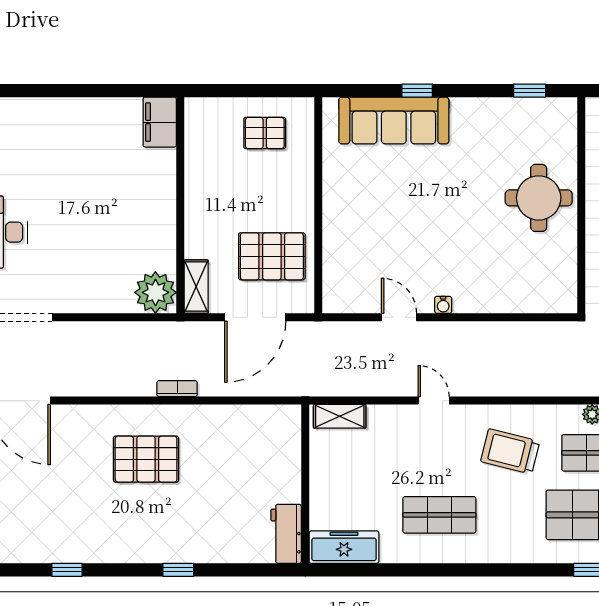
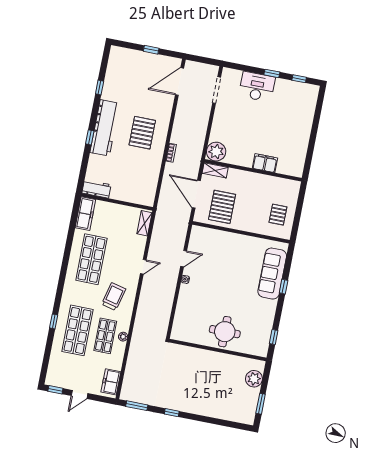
filing cabinet: (160, 122) -> (265, 163), moved
shop shelf: (439, 515) -> (91, 259), width x1.43, depth x1.36
workbench: (152, 542) -> (105, 128), added

